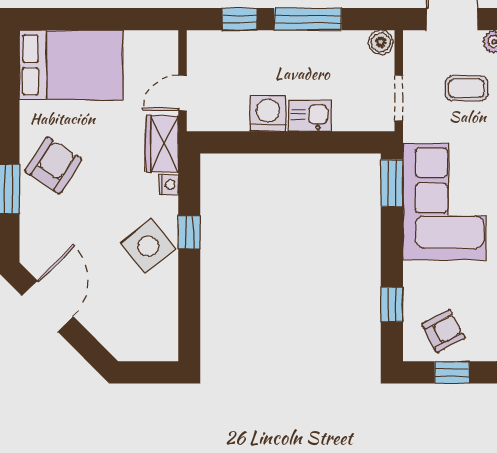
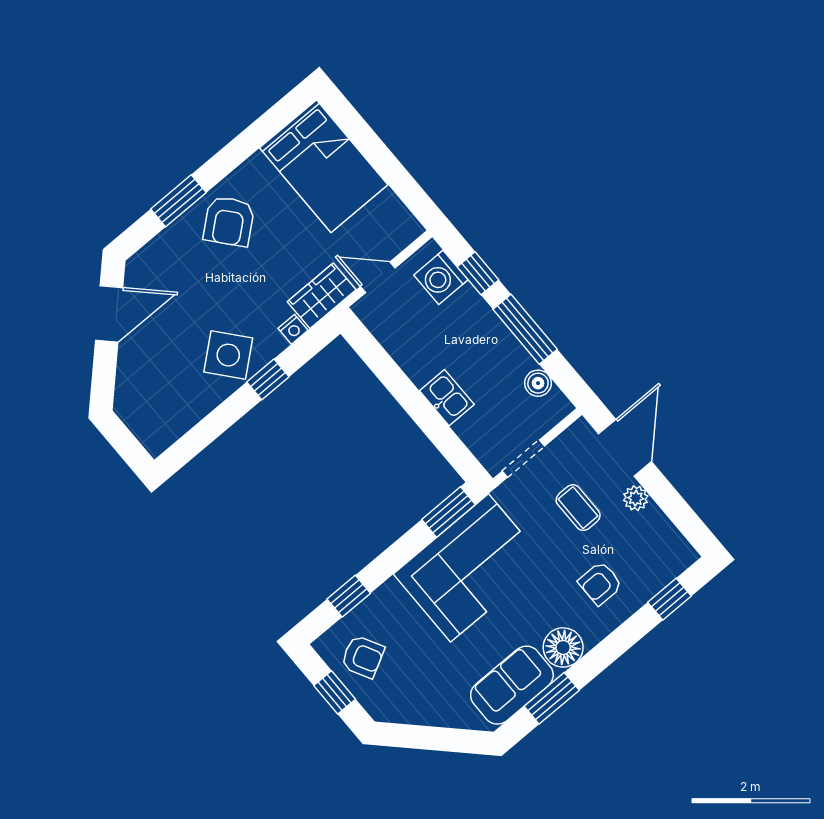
boiler: (381, 42) -> (538, 383), moved
washing machine: (268, 113) -> (441, 277), moved, turned 180
armchair: (53, 165) -> (229, 221), turned 107

